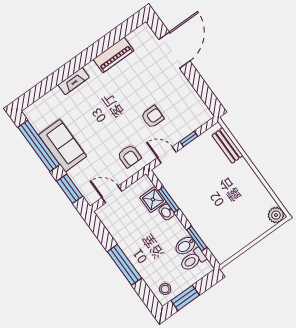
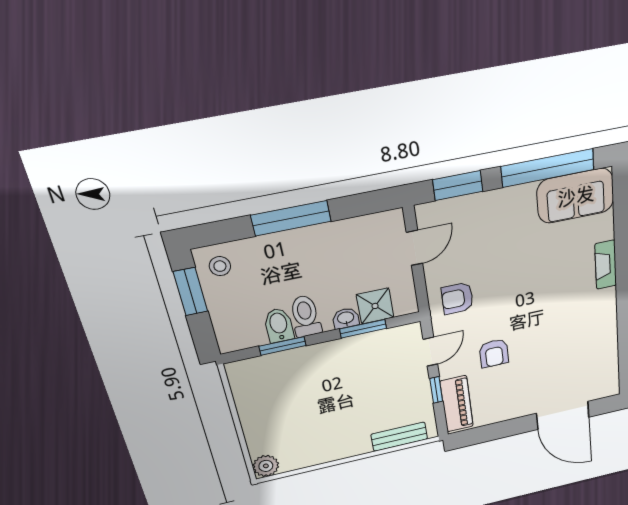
piano: (114, 55) -> (457, 404), moved, turned 180
sofa: (62, 146) -> (576, 196), moved
toilet: (193, 260) -> (305, 316), moved

